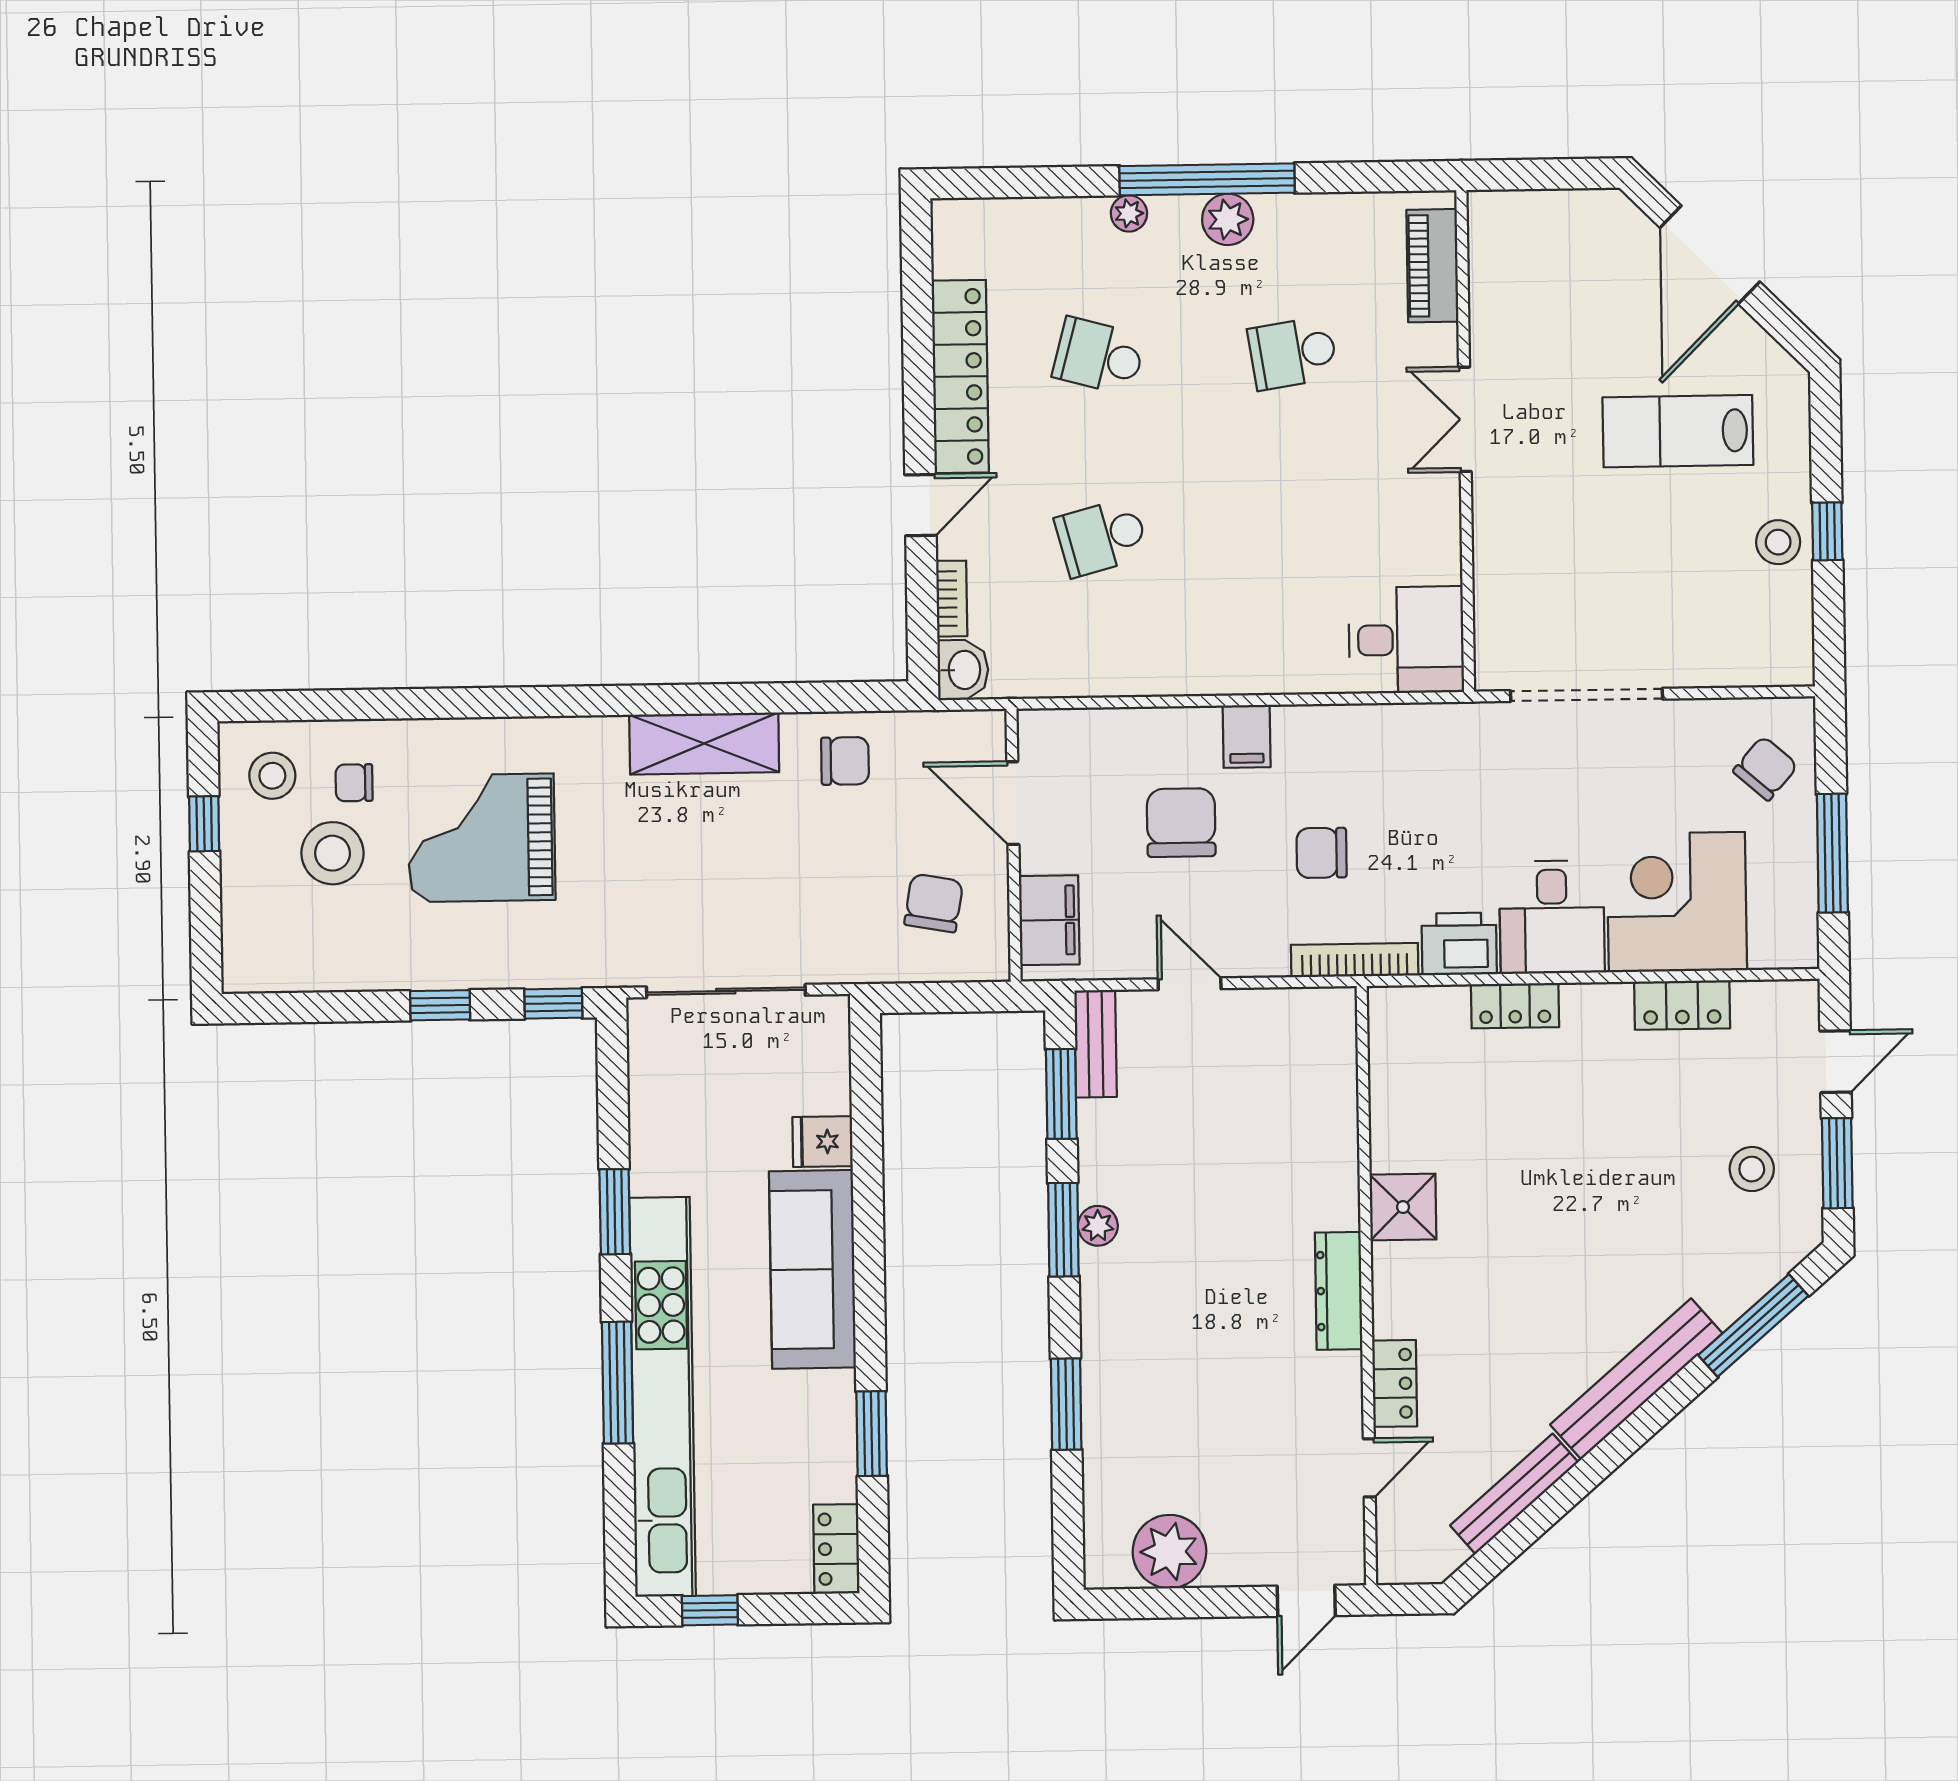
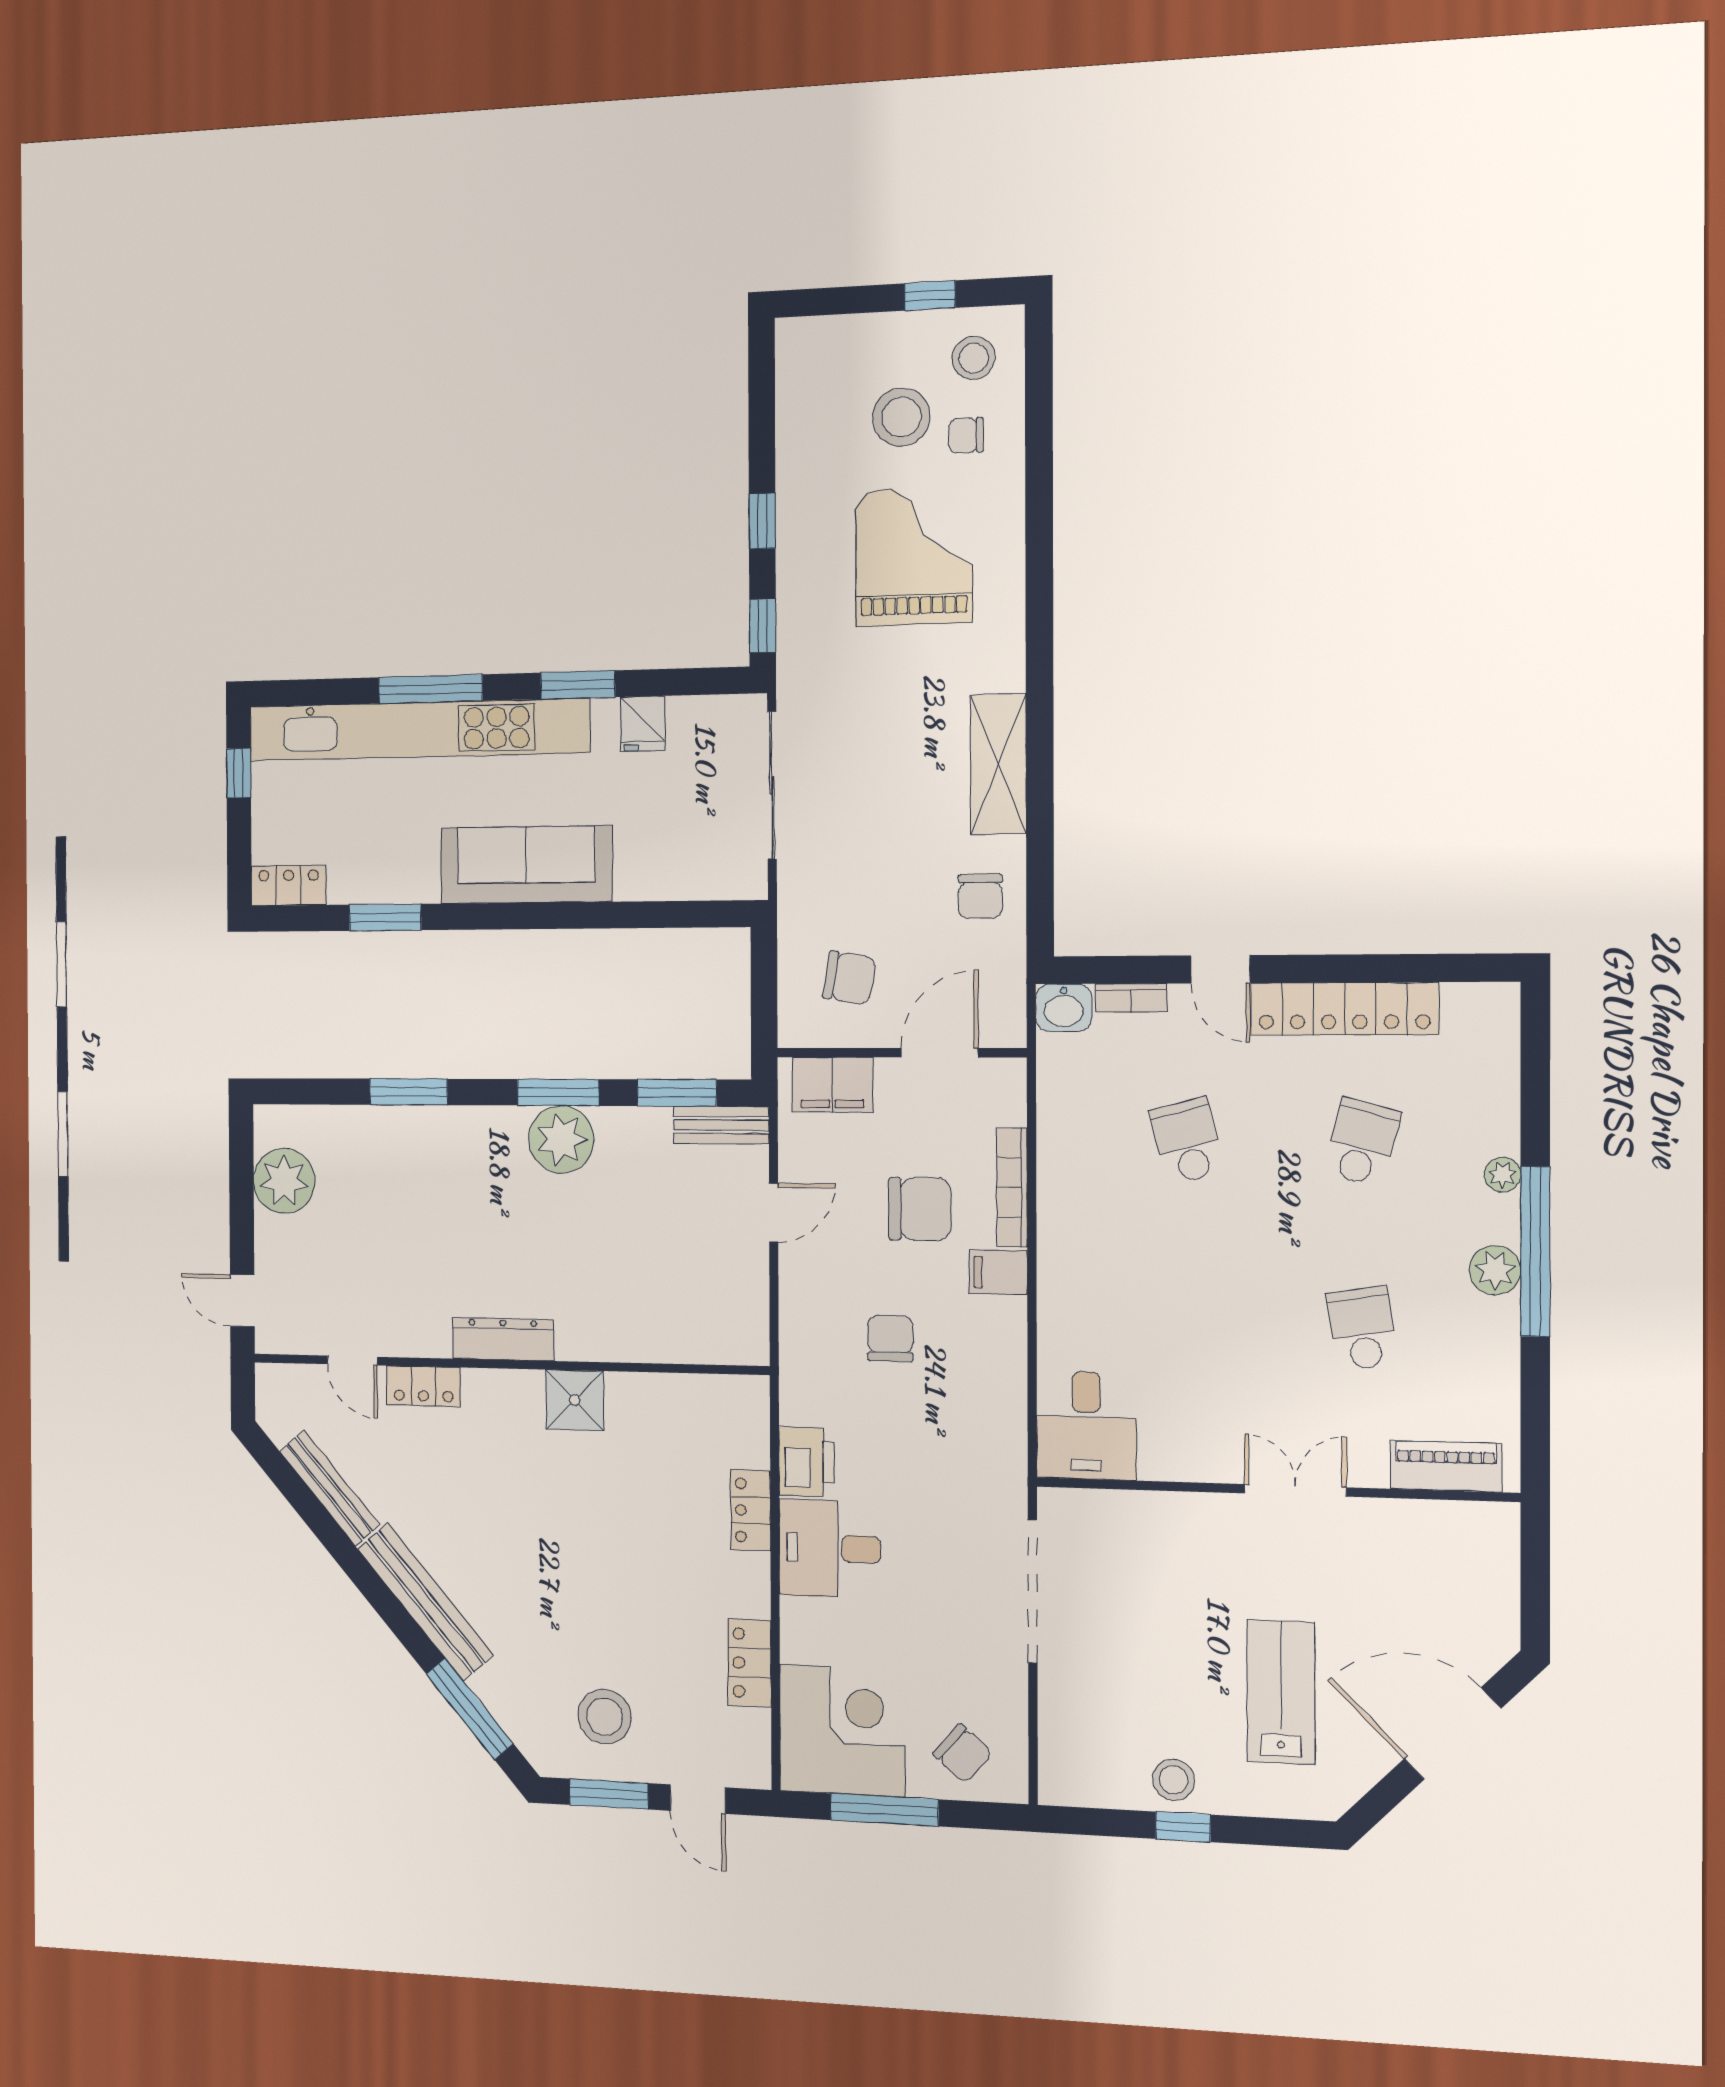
chair: (354, 783) -> (966, 435), turned -90
corner desk: (1677, 902) -> (842, 1730), moved
bookcase: (1355, 960) -> (1012, 1188), moved, turned 180
fridge: (823, 1142) -> (643, 724), moved, turned 180
stool: (1752, 1169) -> (604, 1717), width x1.38, depth x1.38
plant: (1098, 1226) -> (561, 1139), width x1.88, depth x1.88

